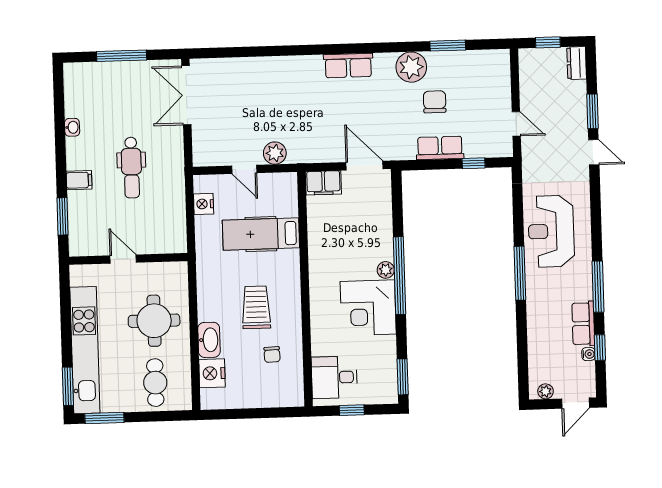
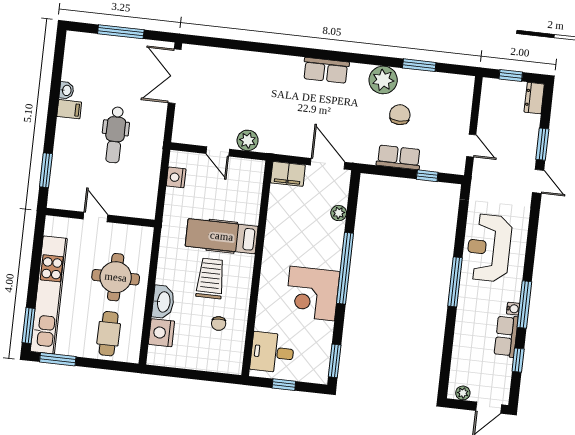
filing cabinet: (79, 180) -> (69, 109), moved
hospital bed: (261, 234) -> (222, 236), moved
plant: (386, 270) -> (339, 213), moved
water cooler: (588, 354) -> (513, 309), moved

